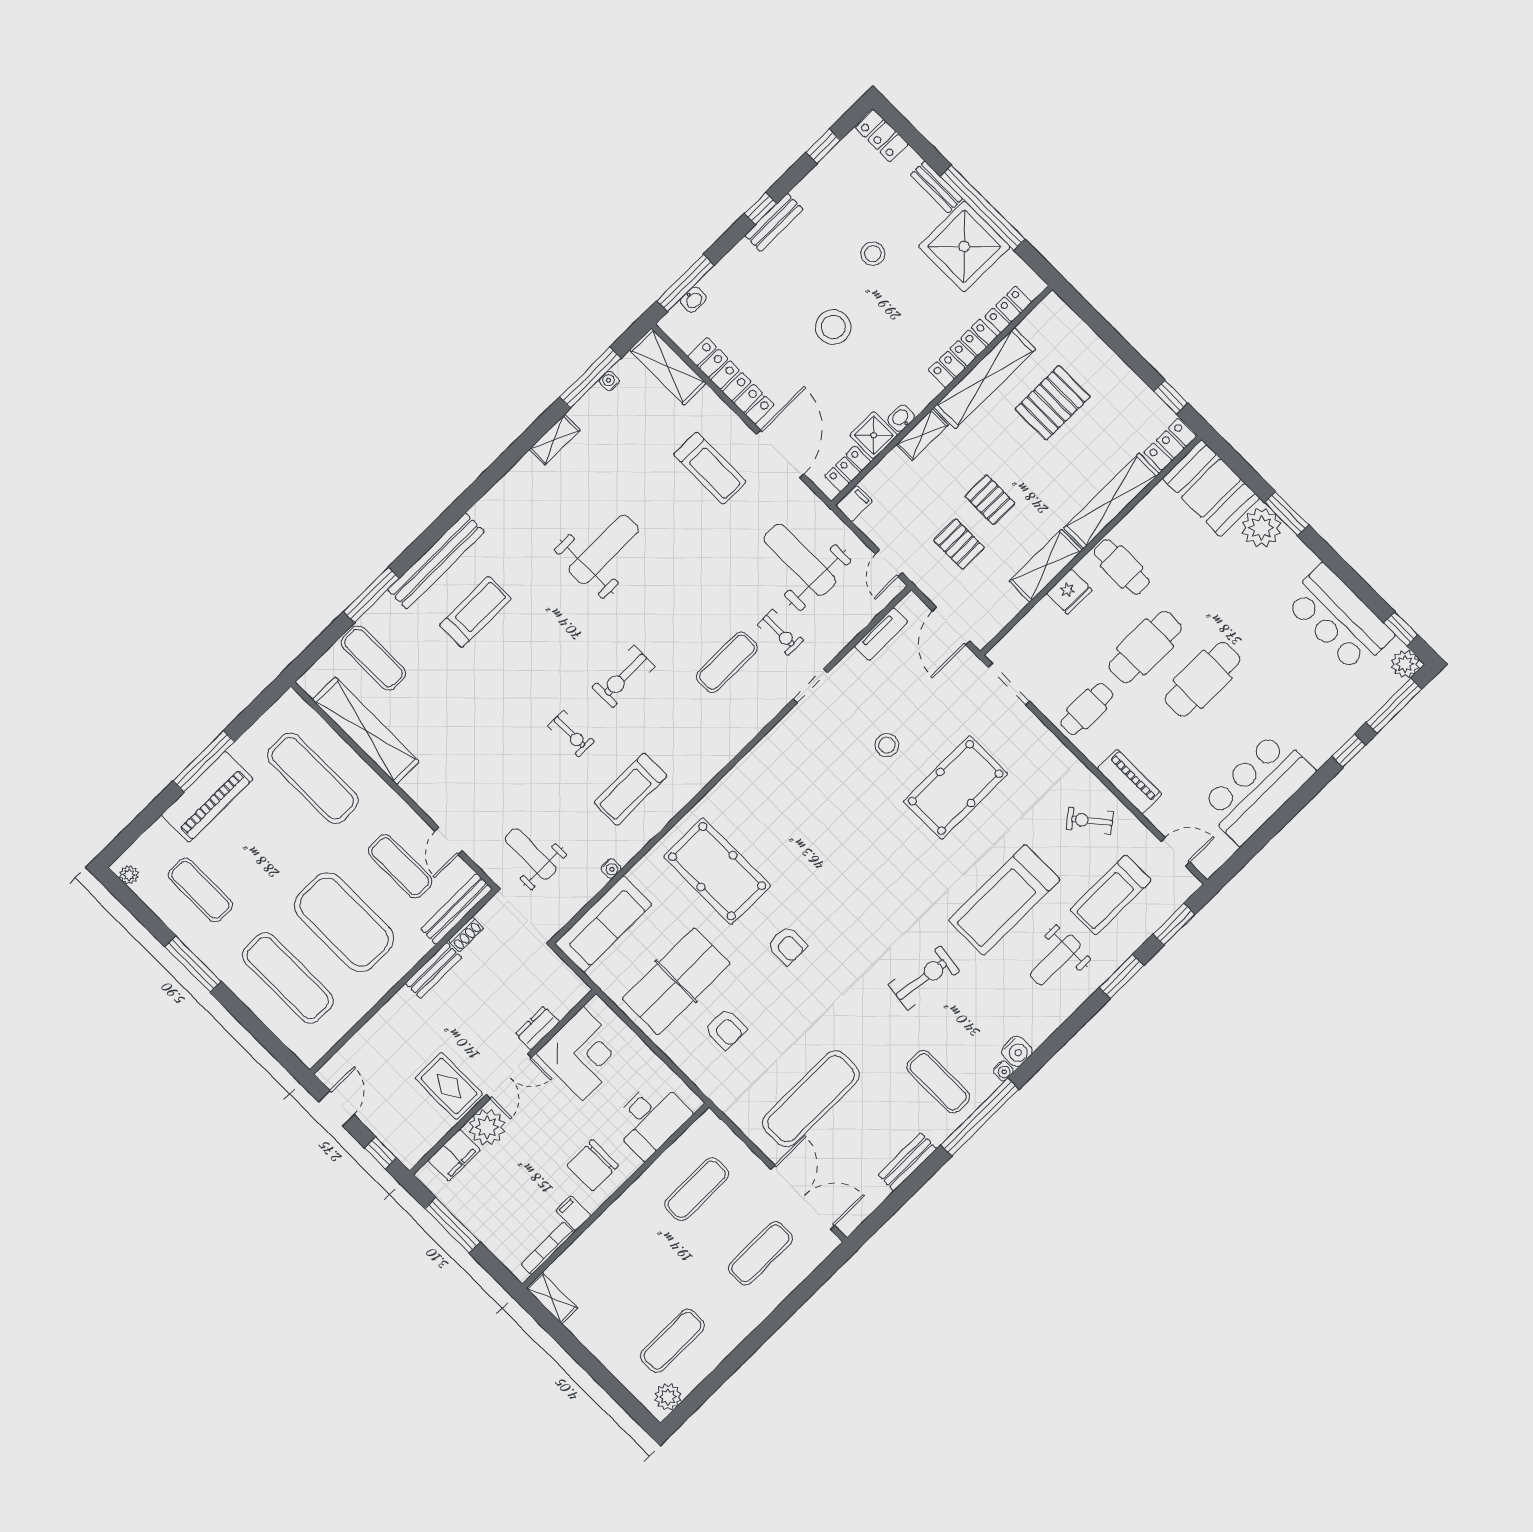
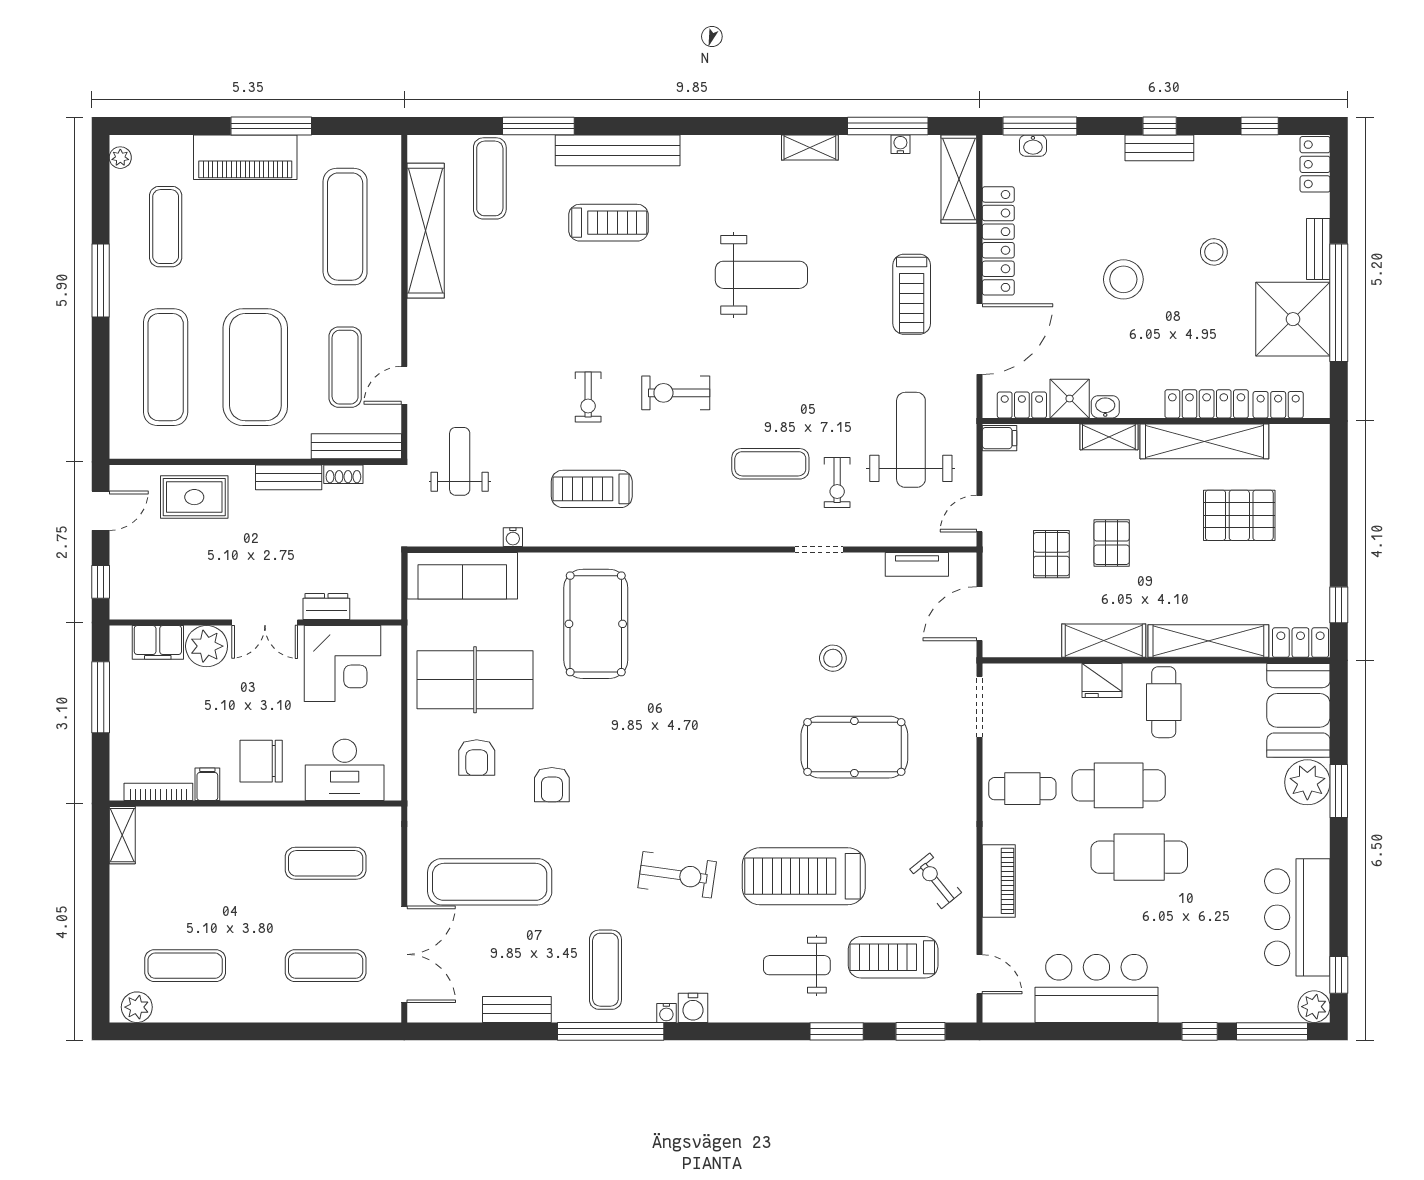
armchair: (787, 945) -> (552, 785), moved
rug: (449, 1086) -> (194, 497), moved, turned 90

